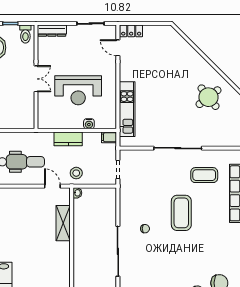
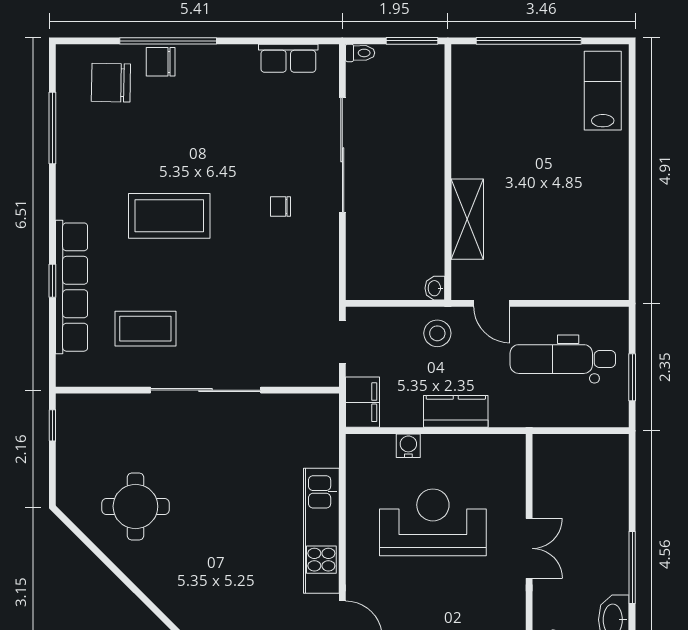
double door: (36, 79) -> (529, 548), swing flipped
round table: (209, 97) -> (135, 506), turned 38
kitchen unit: (127, 109) -> (321, 531), moved
filing cabinet: (109, 137) -> (362, 402), width x2.00
coffee table: (181, 213) -> (169, 216), moved, turned 90

